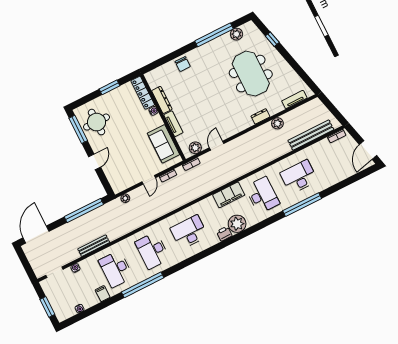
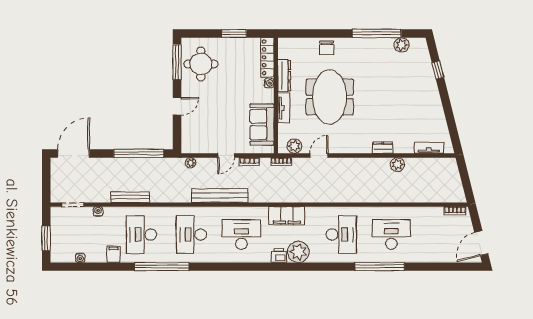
meeting table: (251, 74) -> (330, 97), moved
bench: (311, 135) -> (220, 196), moved
filing cabinet: (229, 195) -> (287, 216), moved

